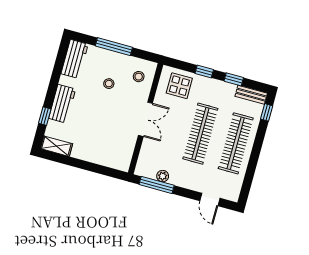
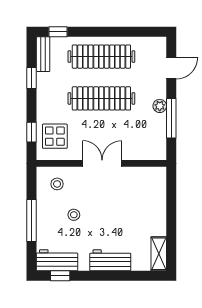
window: (204, 71) -> (31, 132), moved
window: (45, 116) -> (60, 276), moved
plant: (163, 176) -> (160, 106), moved
window: (157, 185) -> (171, 118), moved

